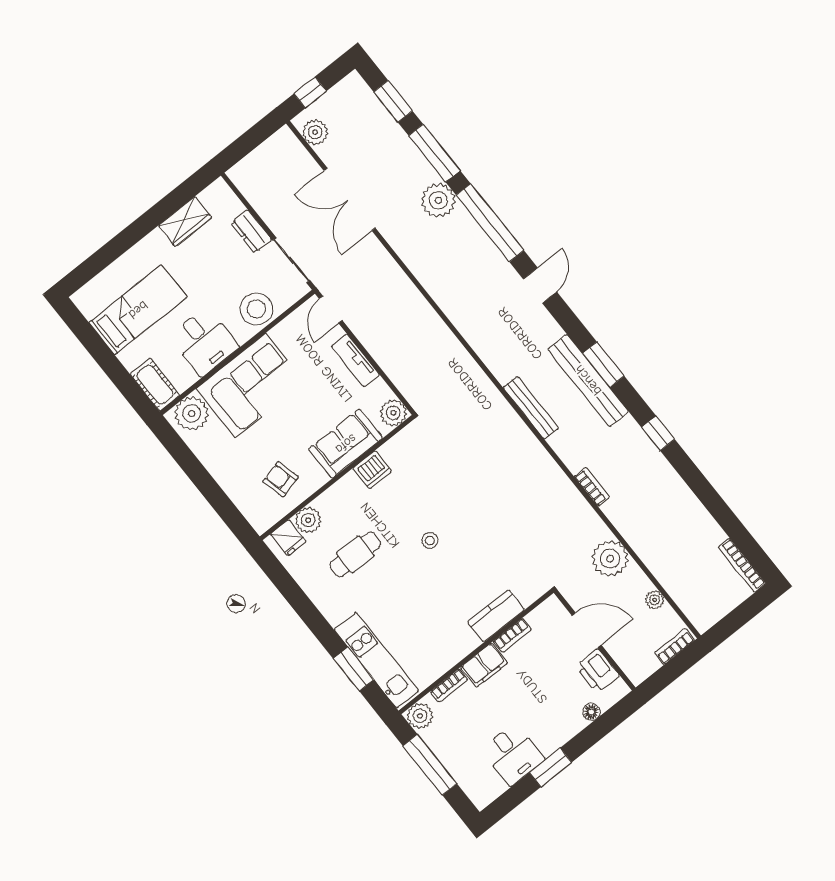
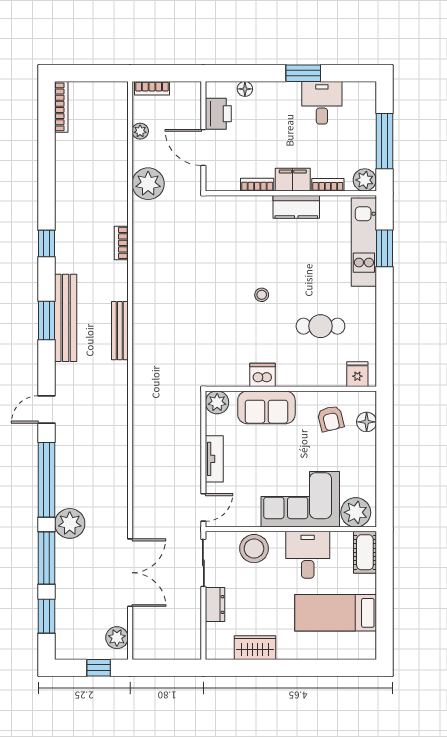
floor lamp: (246, 502) -> (367, 422), added
plant: (308, 520) -> (334, 375), removed
kitchen counter: (496, 616) -> (296, 207), moved

